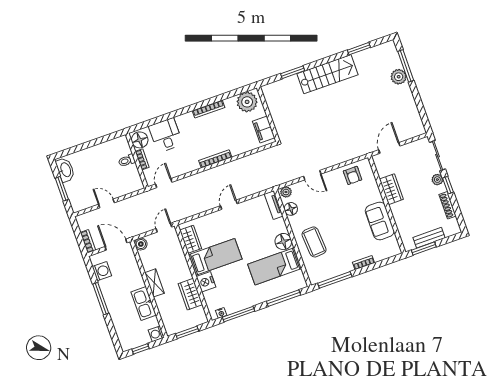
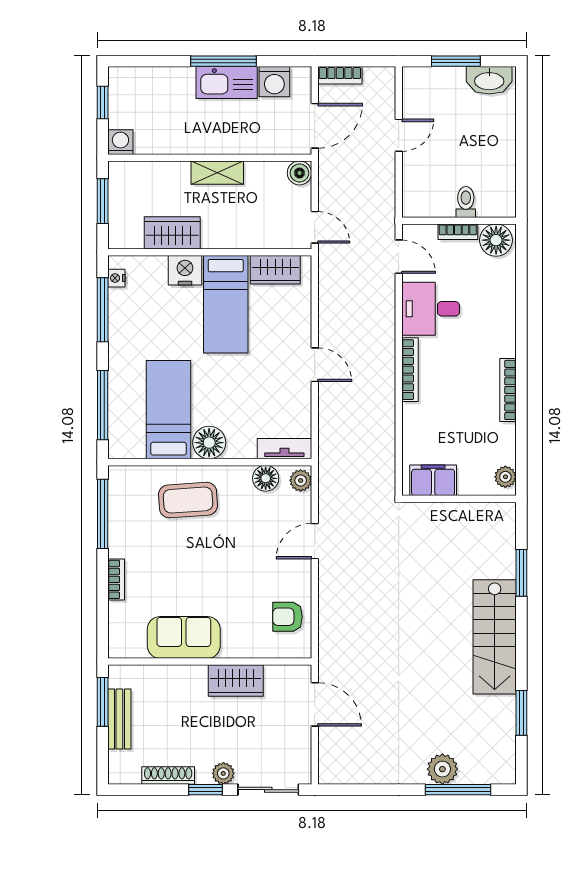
plant: (247, 102) -> (505, 477), width x0.53, depth x0.53
desk: (166, 135) -> (431, 309), moved, turned 180
kitchen sink: (144, 303) -> (227, 82), moved, turned 180

